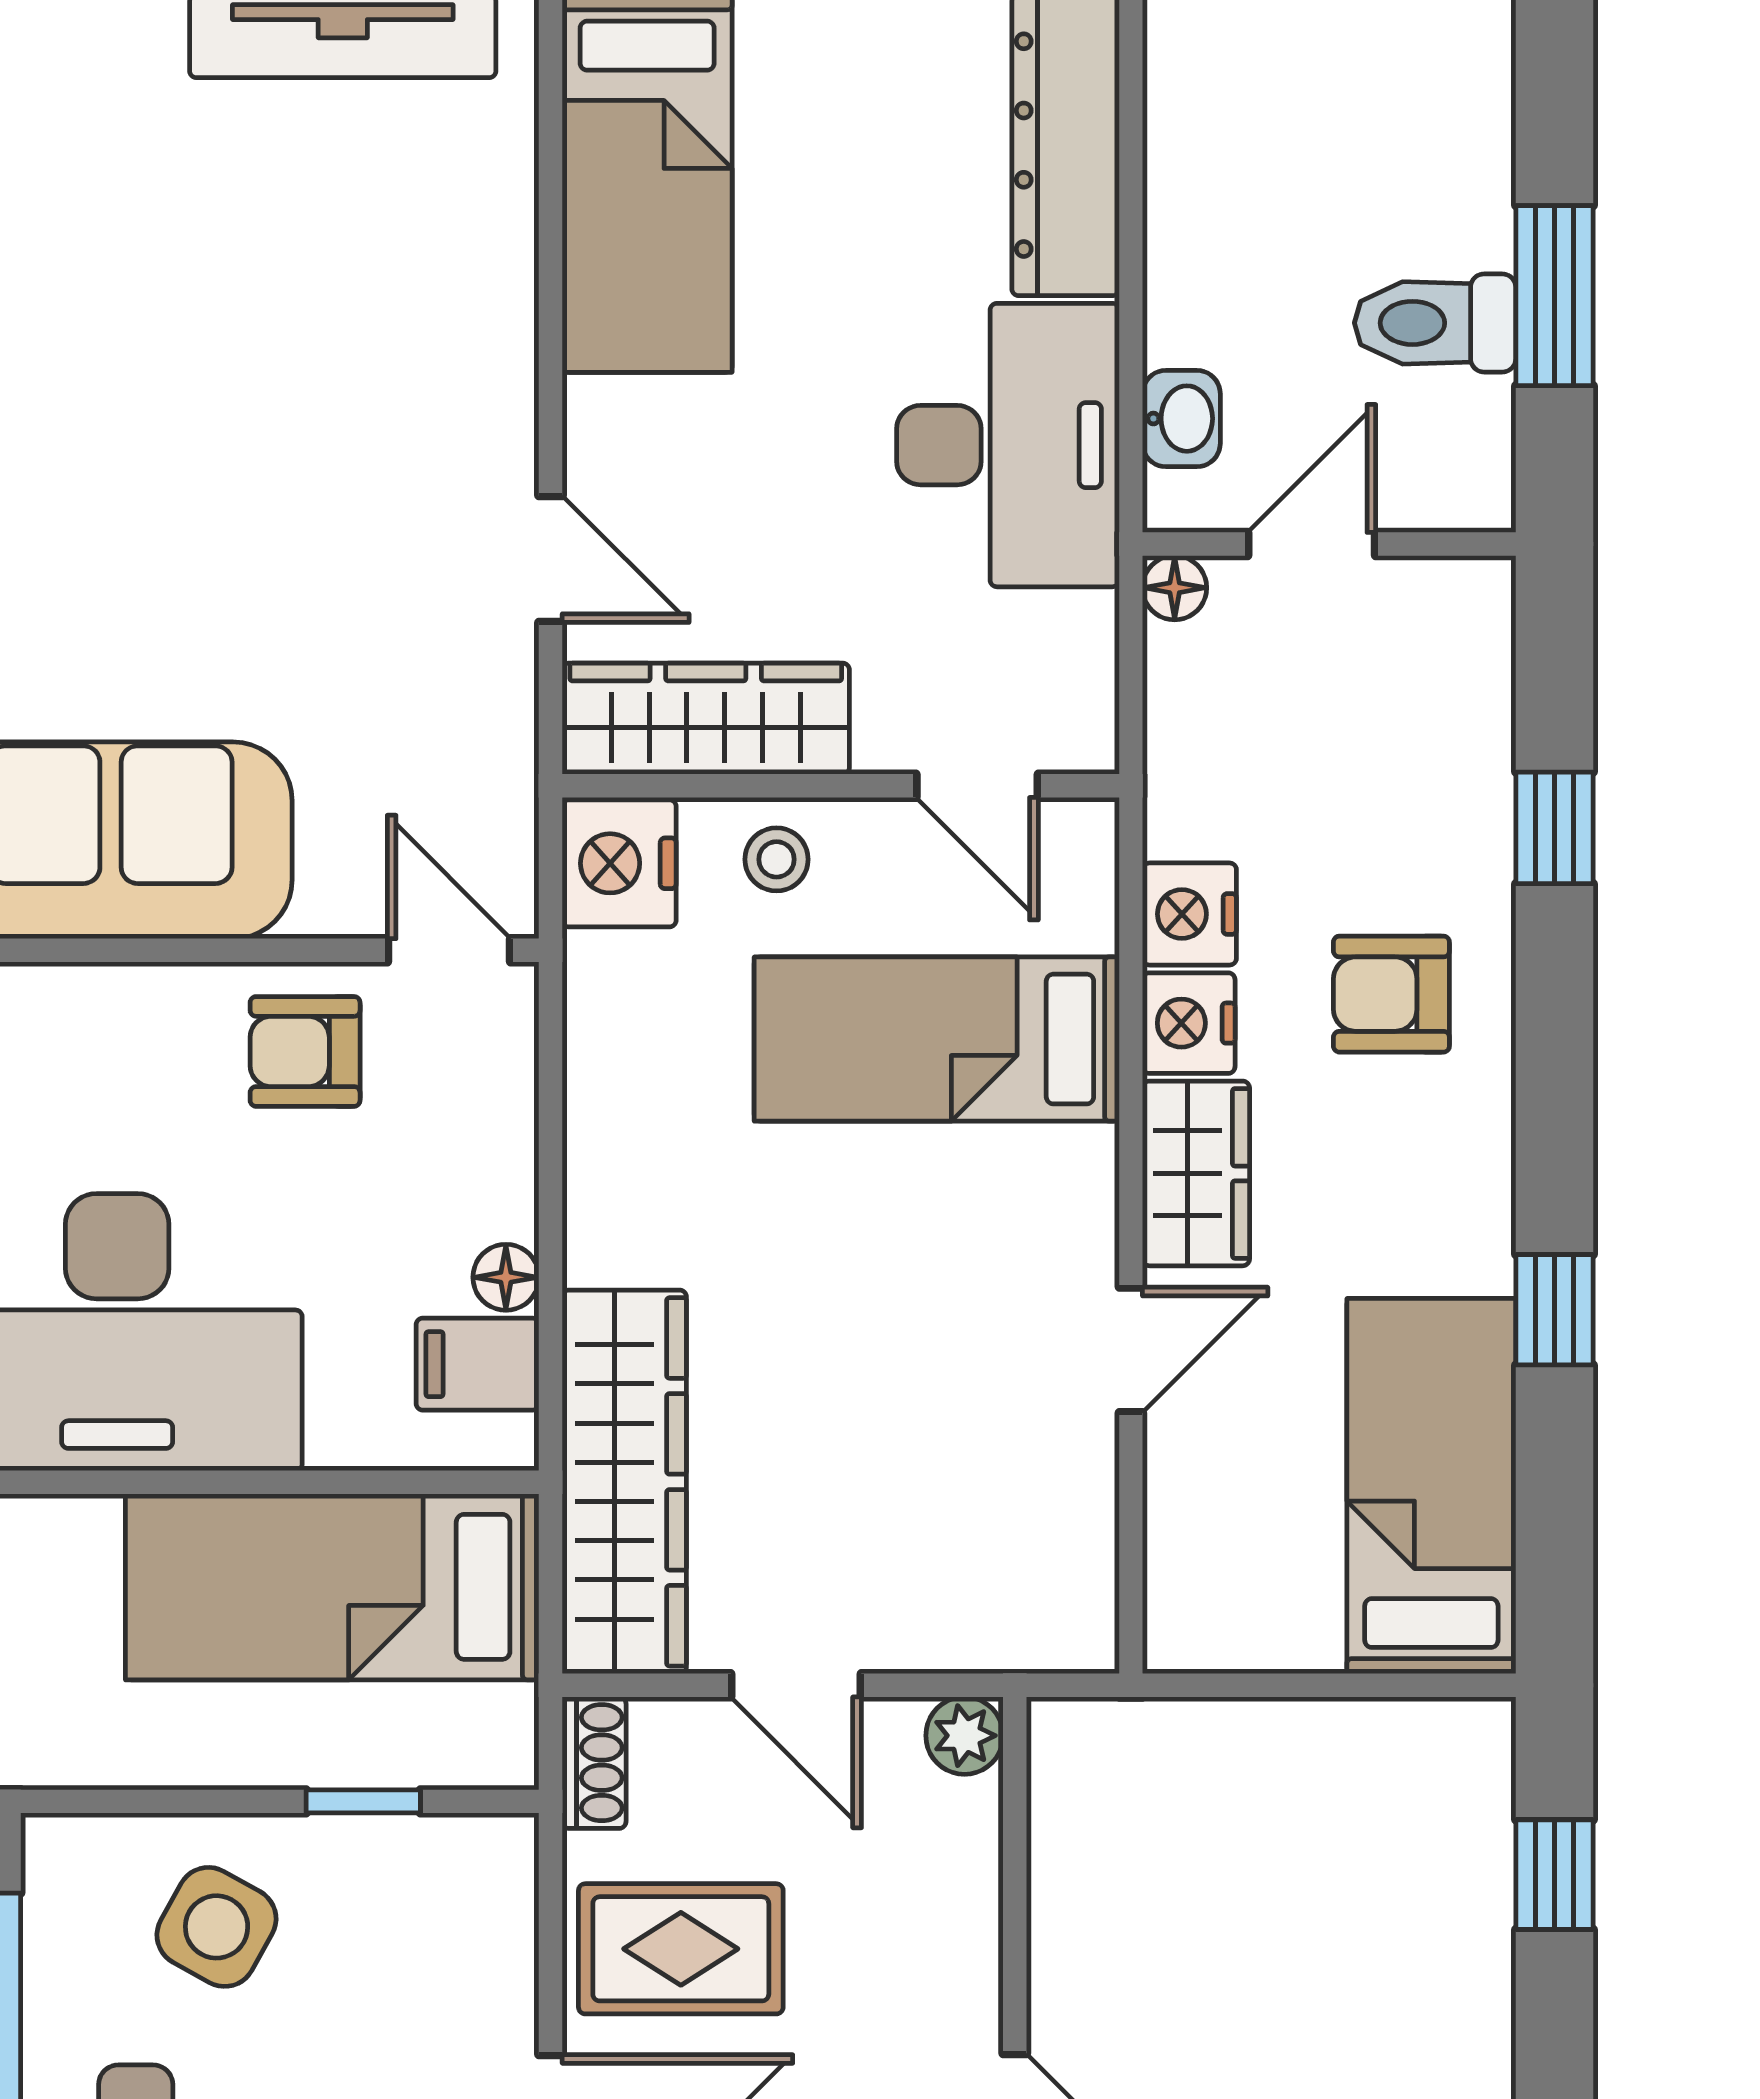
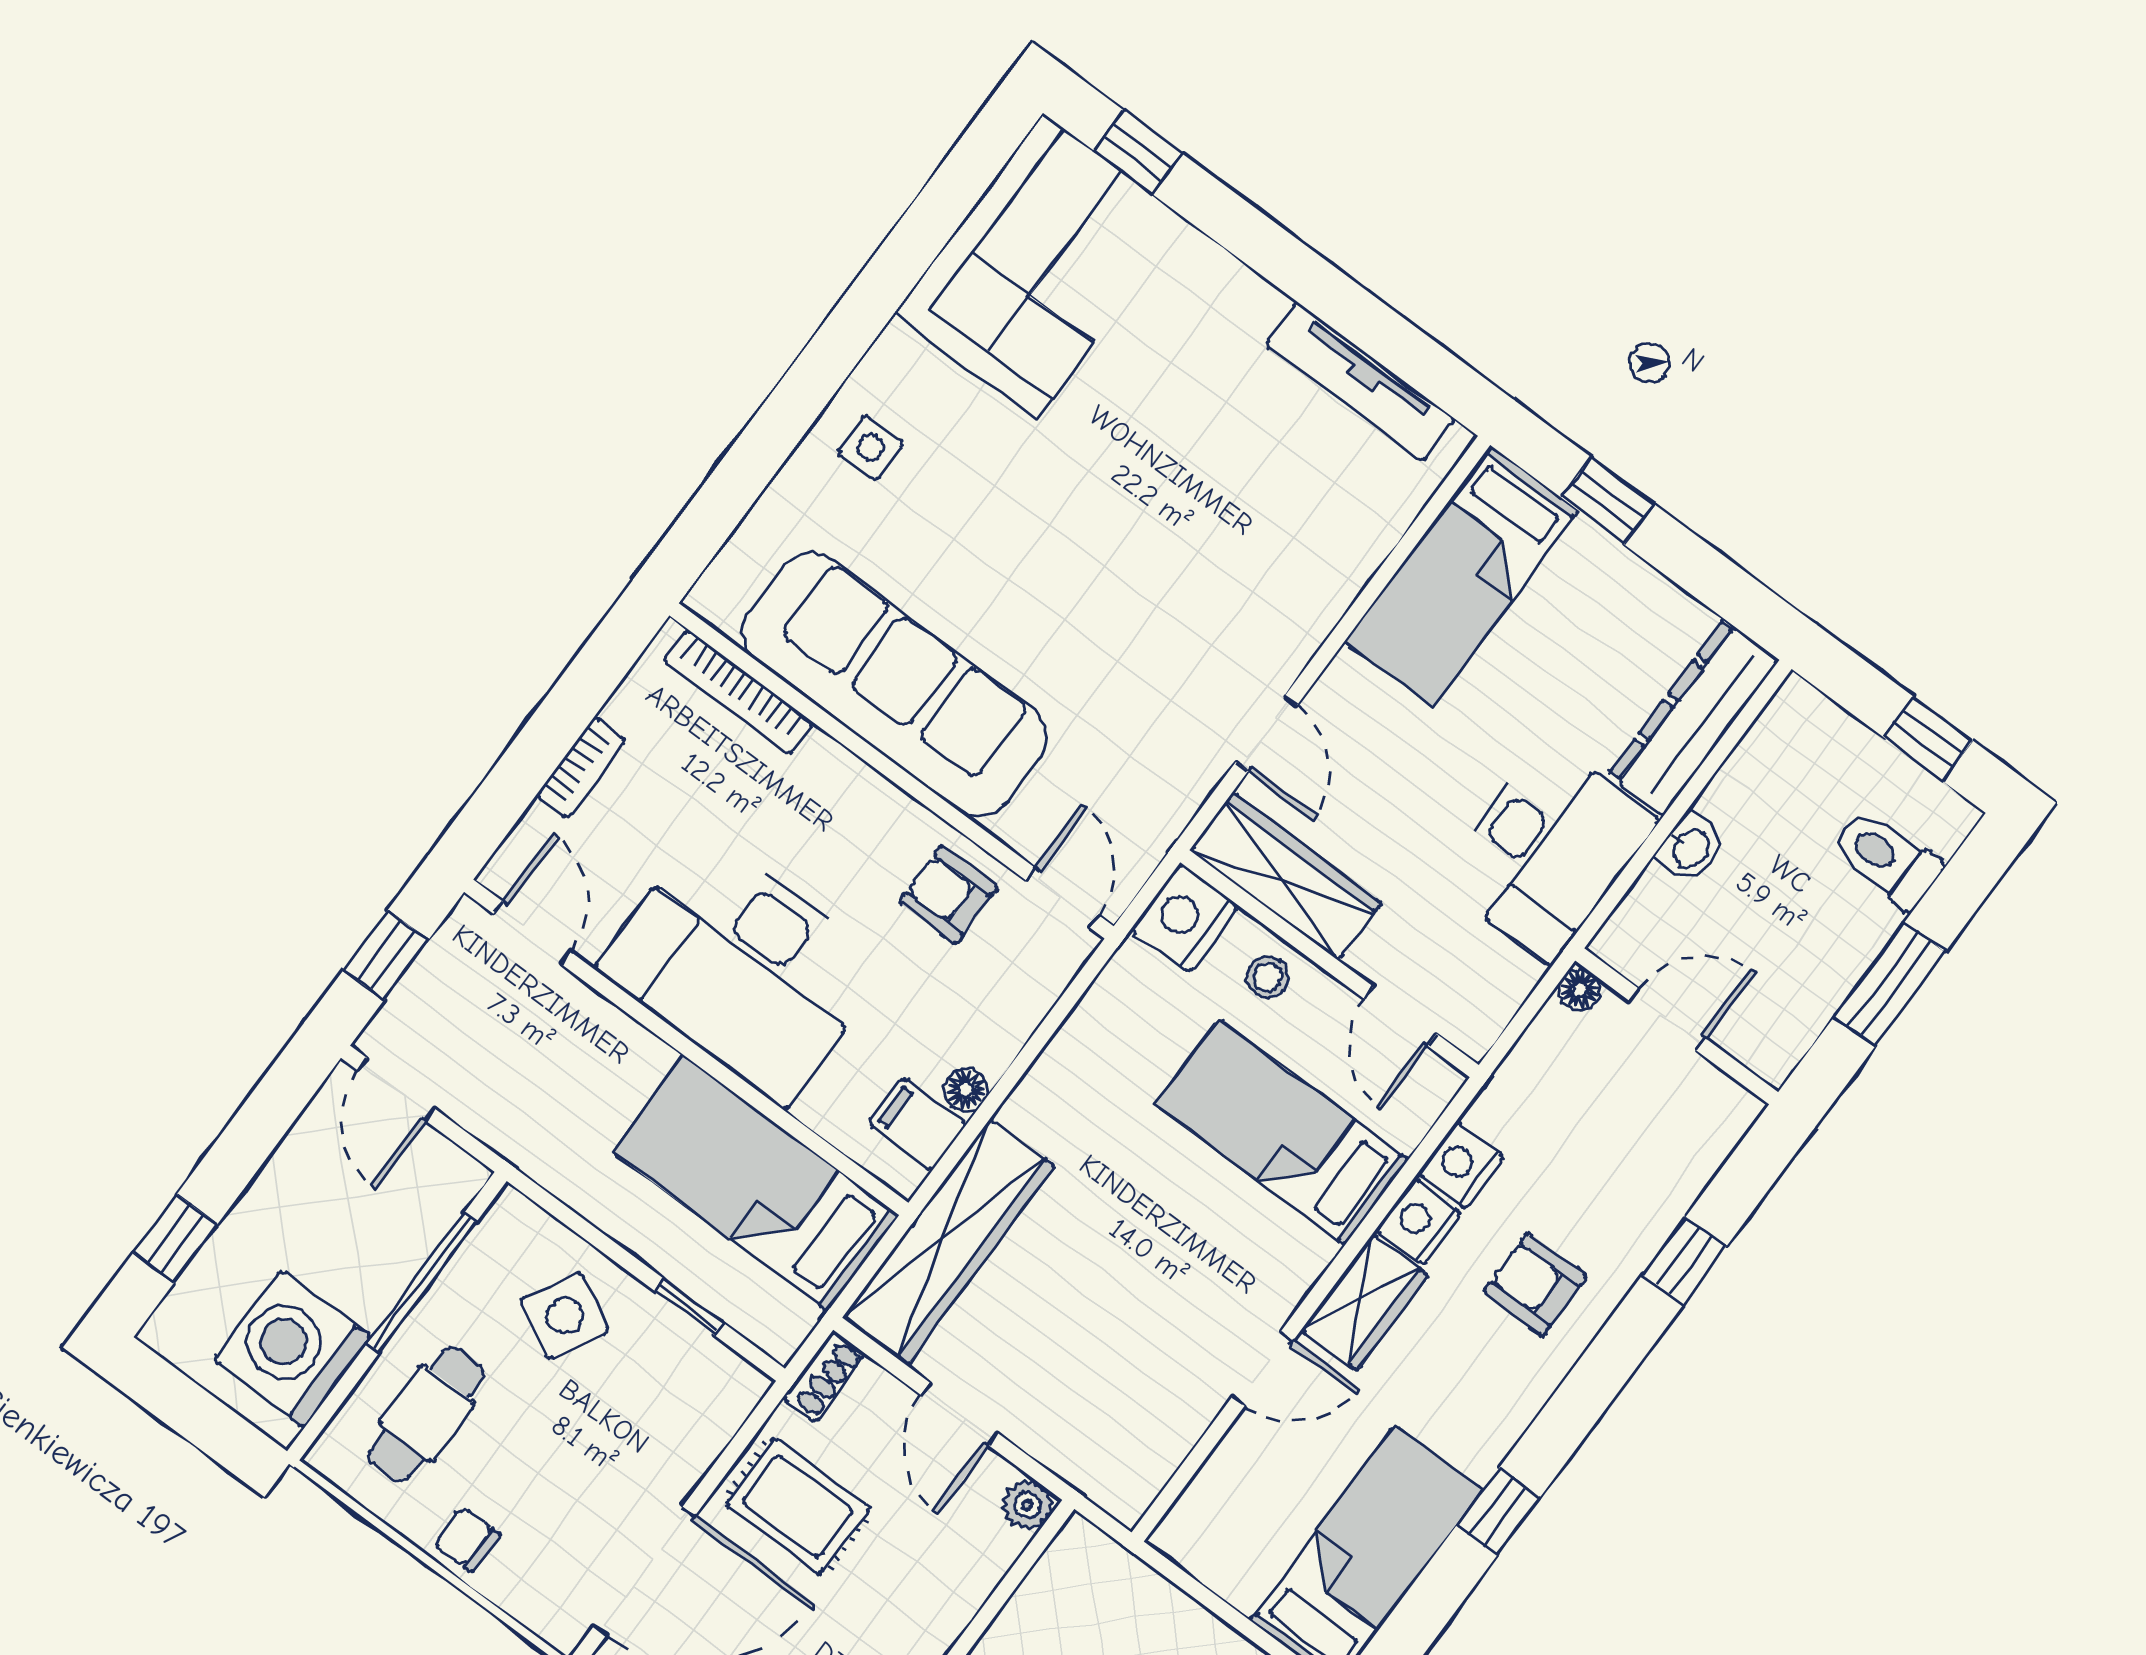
toilet: (1435, 323) -> (1887, 859), moved
washbasin: (1181, 419) -> (1690, 848), moved

